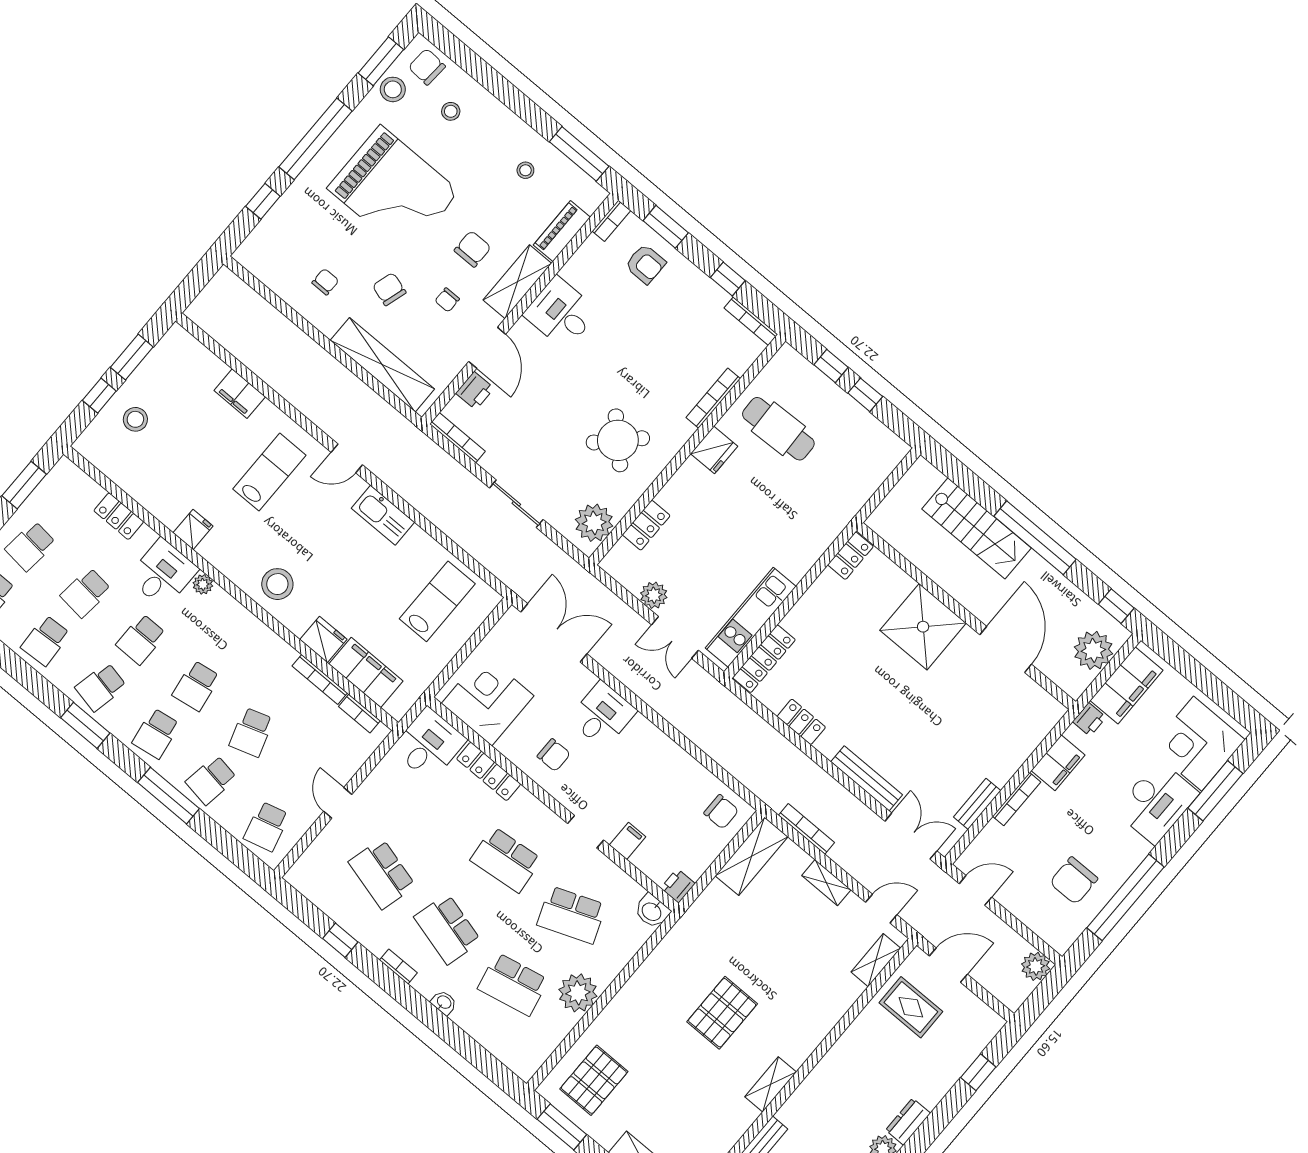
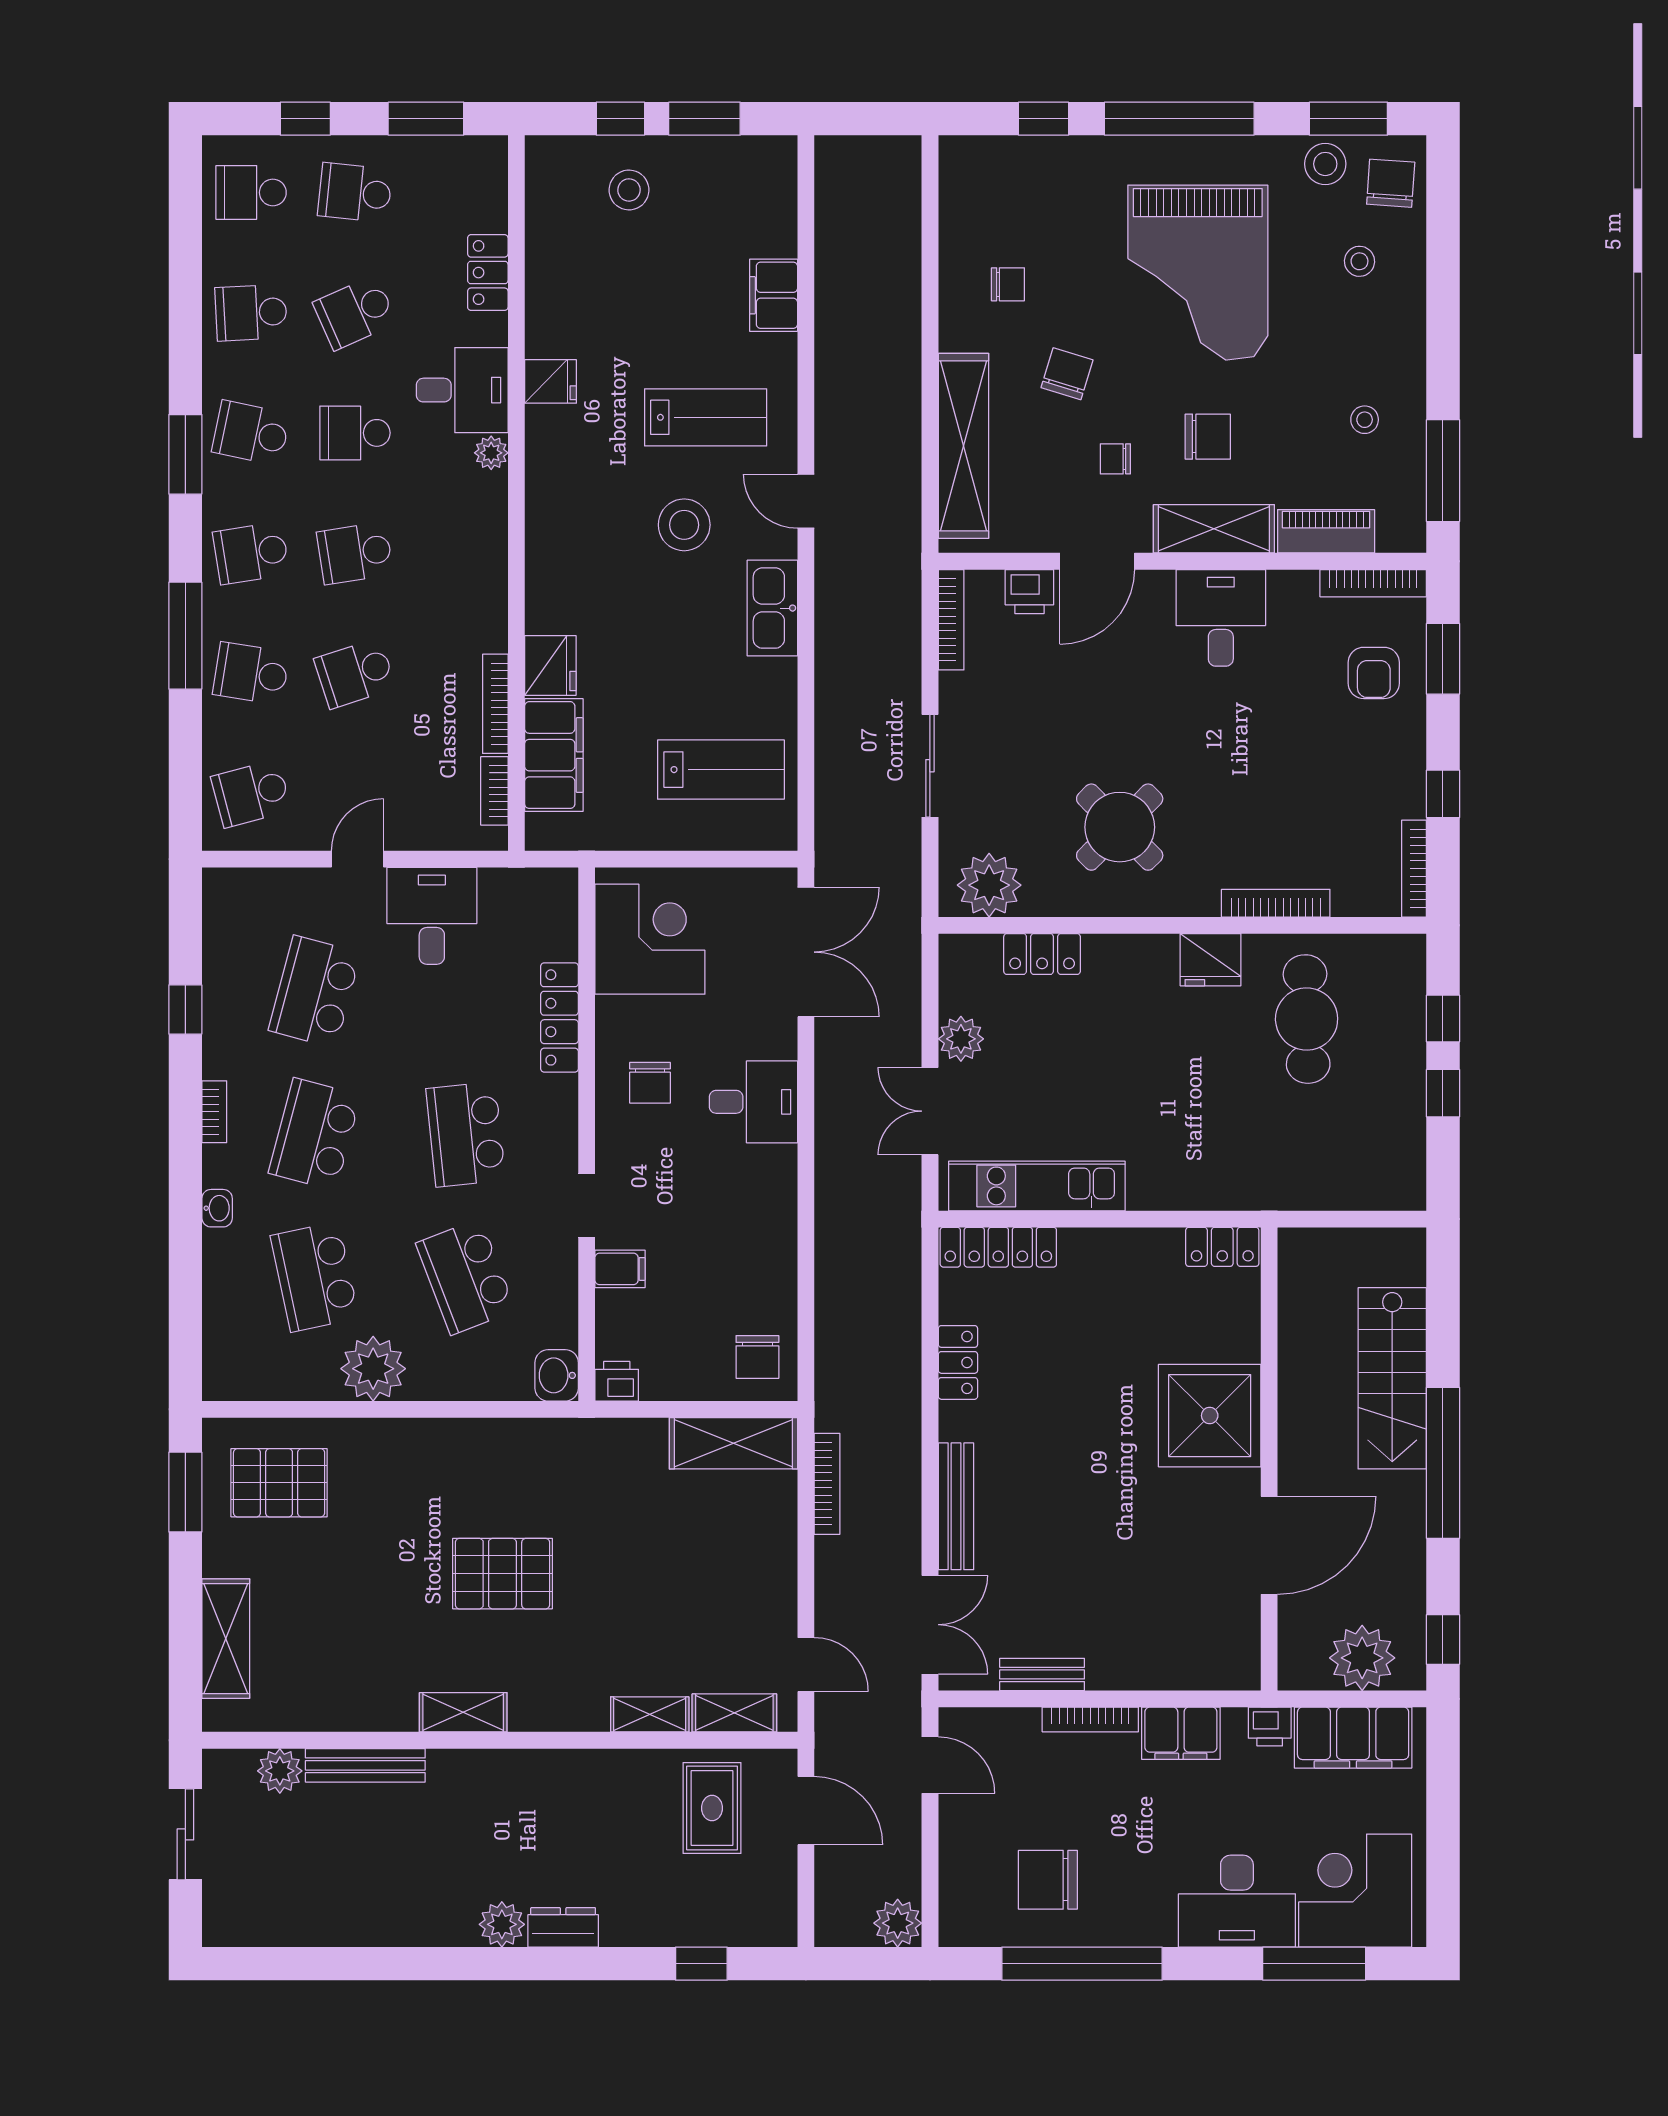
bookcase: (611, 221) -> (1373, 583), width x1.56
stool: (277, 584) -> (684, 525), moved
school desk: (86, 593) -> (355, 313), turned -30
desk: (429, 744) -> (432, 916), moved, turned -90
shelving: (826, 883) -> (650, 1714), moved, turned 90

